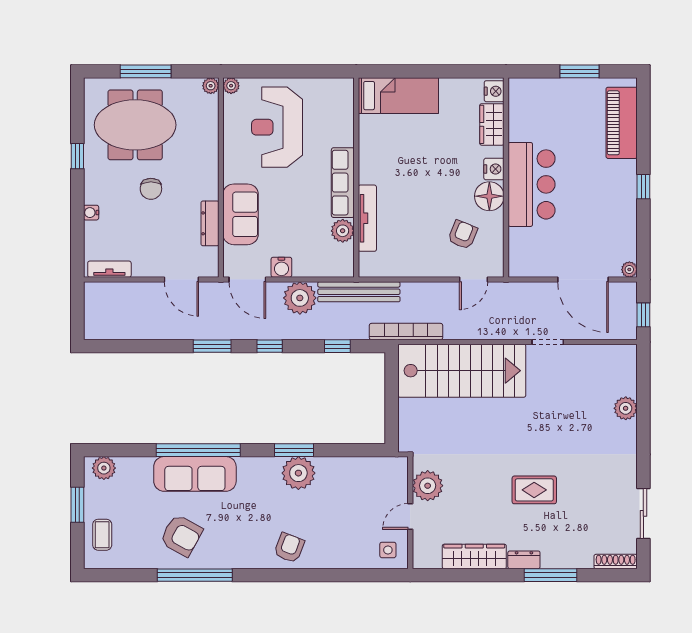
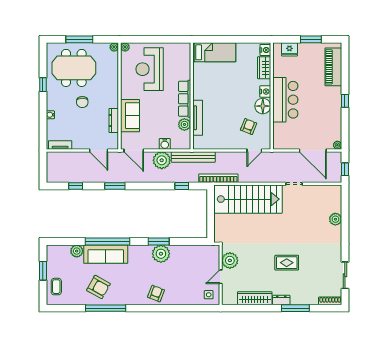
fridge: (539, 90) -> (289, 49), added
water cooler: (281, 267) -> (165, 144), moved
window: (270, 346) -> (76, 186), moved
plant: (104, 468) -> (77, 251), moved

